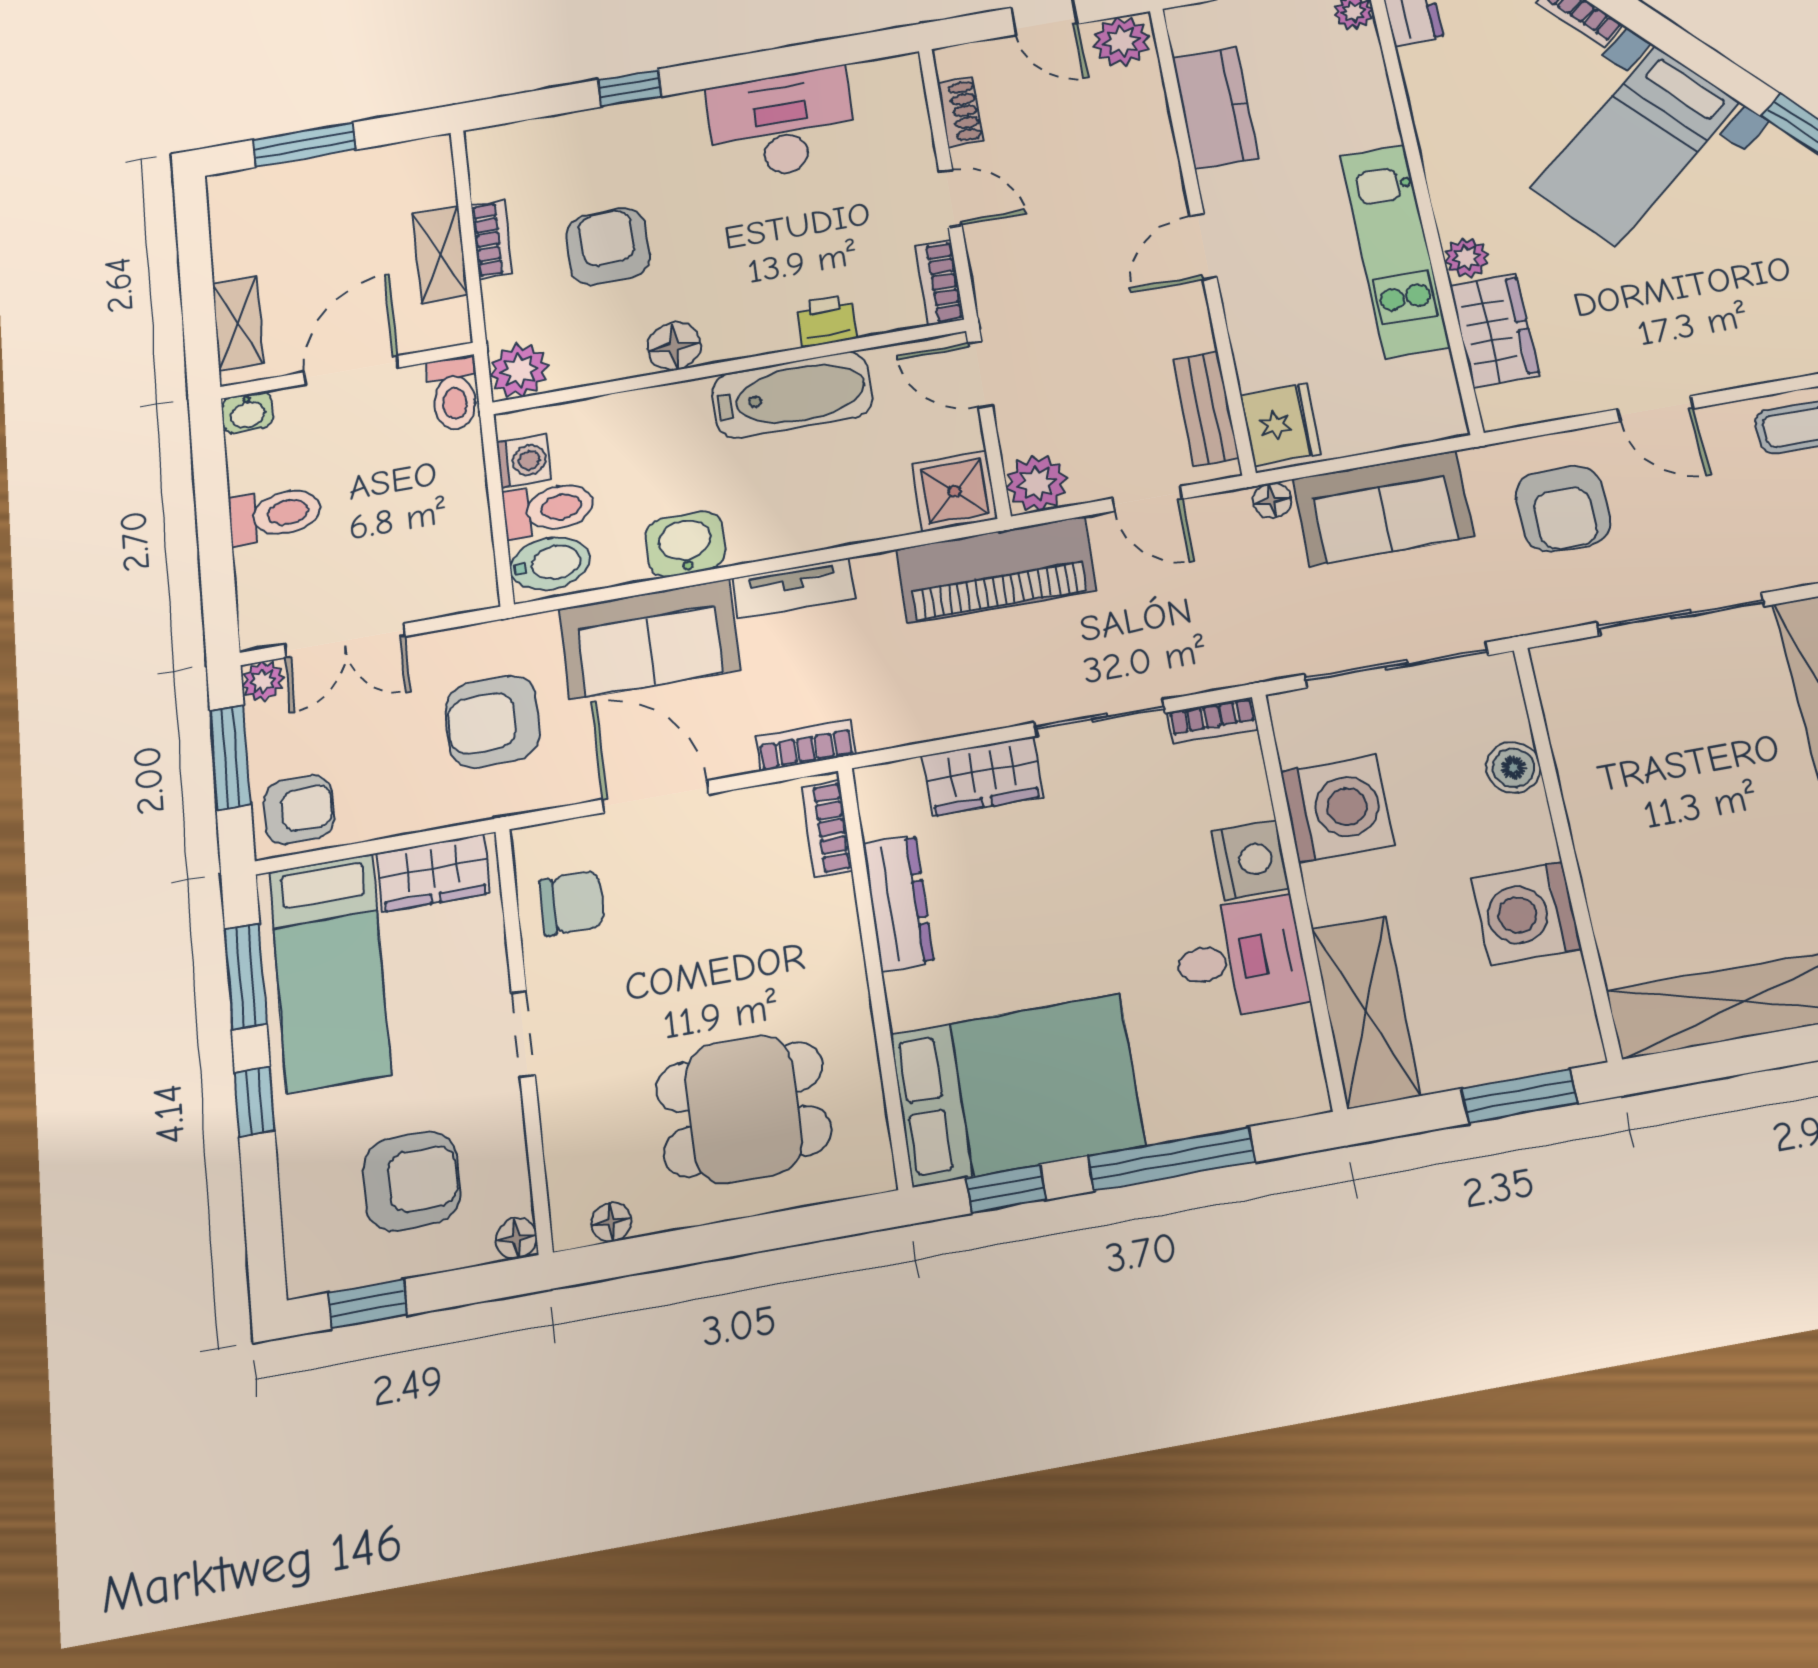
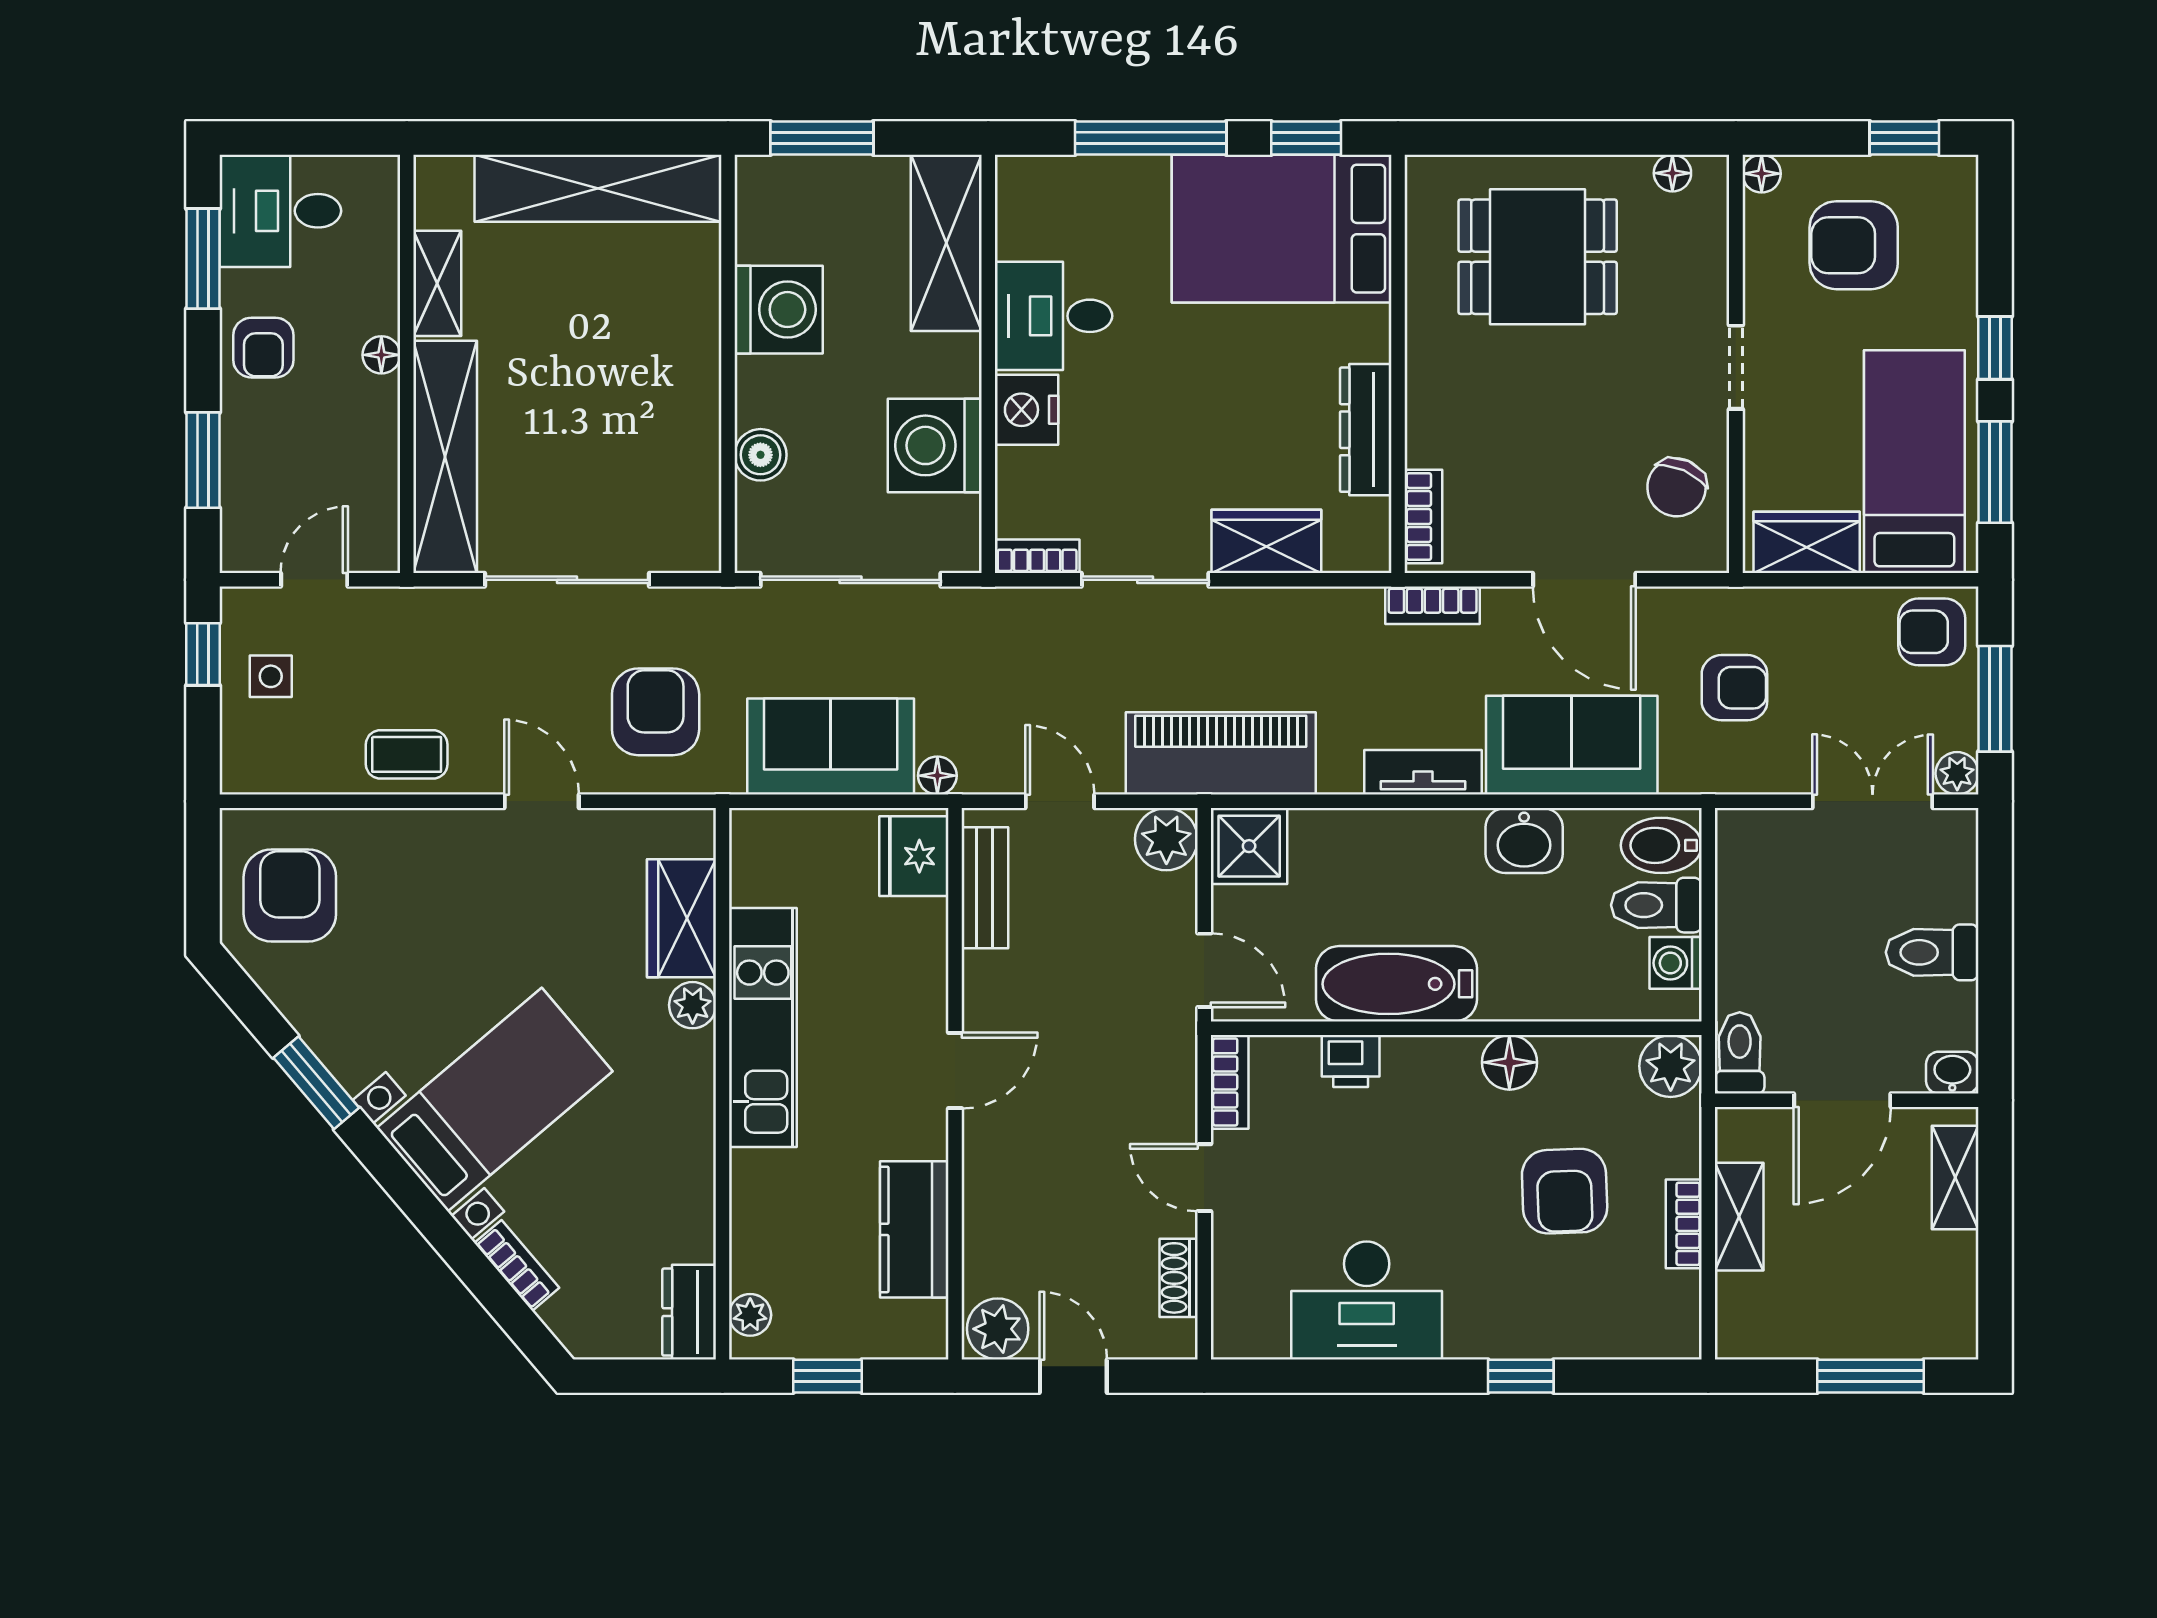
armchair: (493, 721) -> (1734, 688), width x0.72, depth x0.72
chair: (572, 903) -> (1677, 487), turned -66

